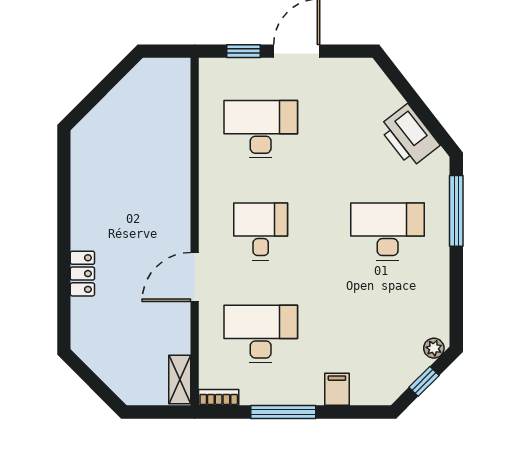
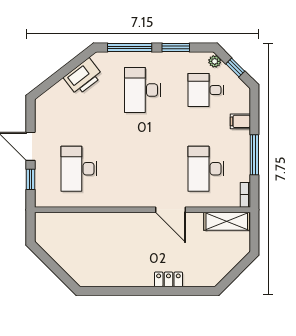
desk: (261, 232) -> (206, 90), moved
window: (456, 285) -> (176, 47), added
shelving: (180, 380) -> (227, 221), width x1.50, depth x1.33

